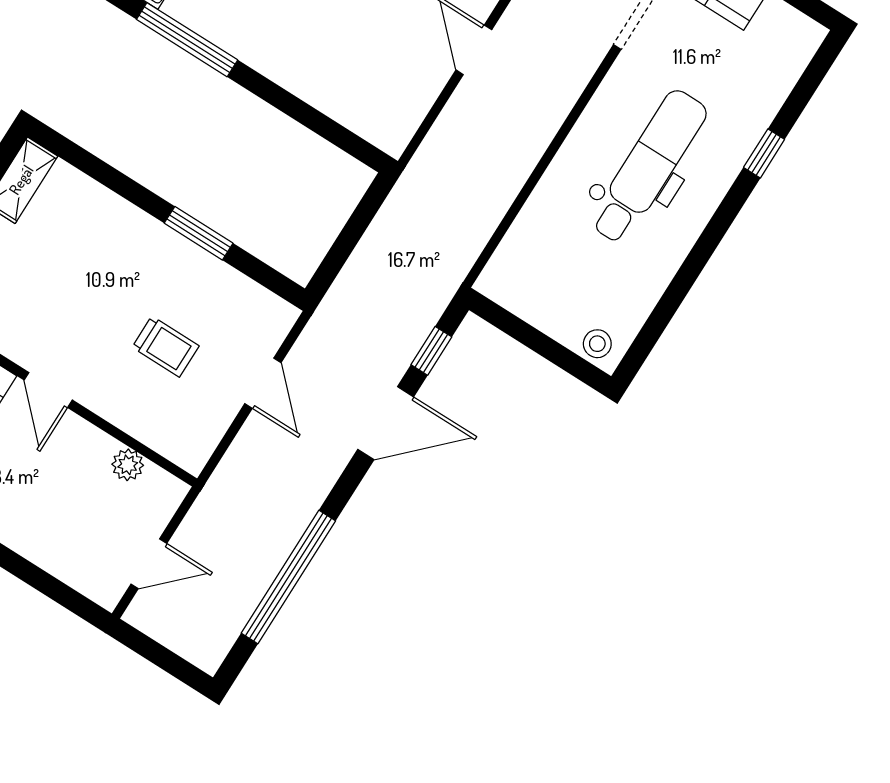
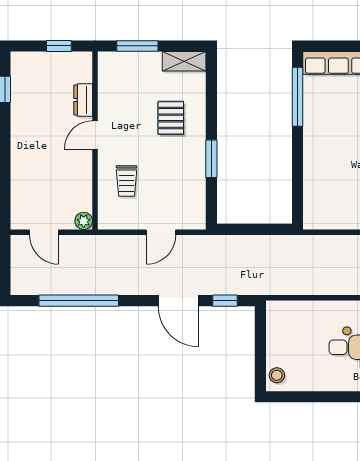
pallet: (96, 256) -> (171, 118), added
trolley: (166, 347) -> (127, 181), moved
plant: (128, 465) -> (84, 221), moved

